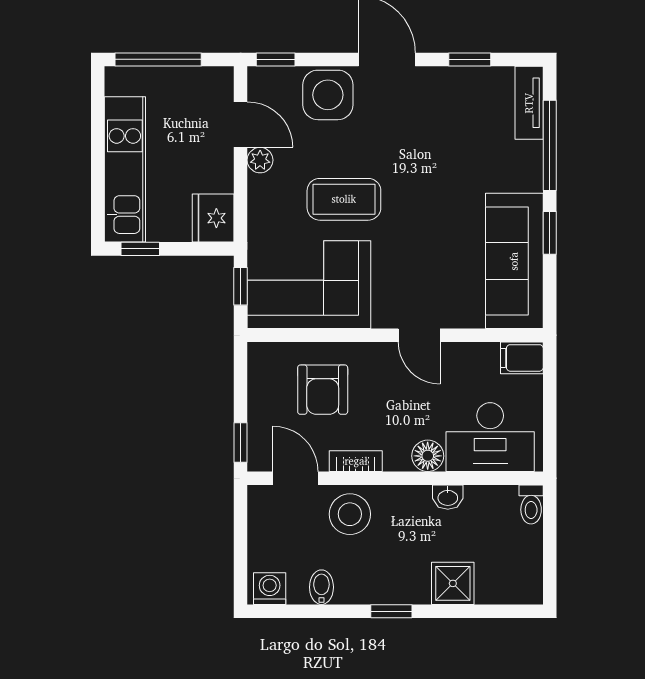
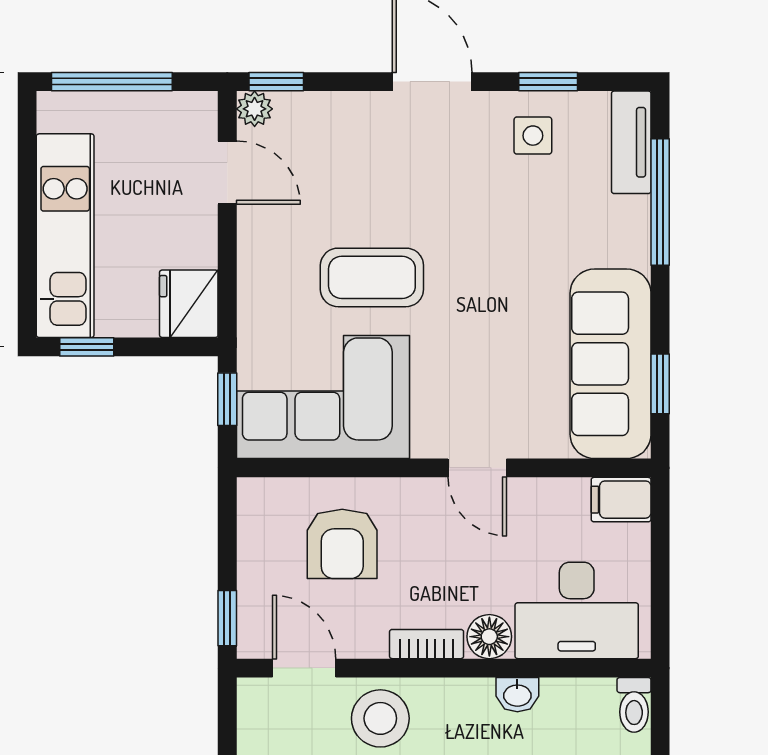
side table: (328, 95) -> (533, 136), moved, width x0.54, depth x0.54
plant: (260, 160) -> (255, 109), moved
window: (550, 233) -> (660, 384), moved
bookcase: (356, 461) -> (427, 644), moved

